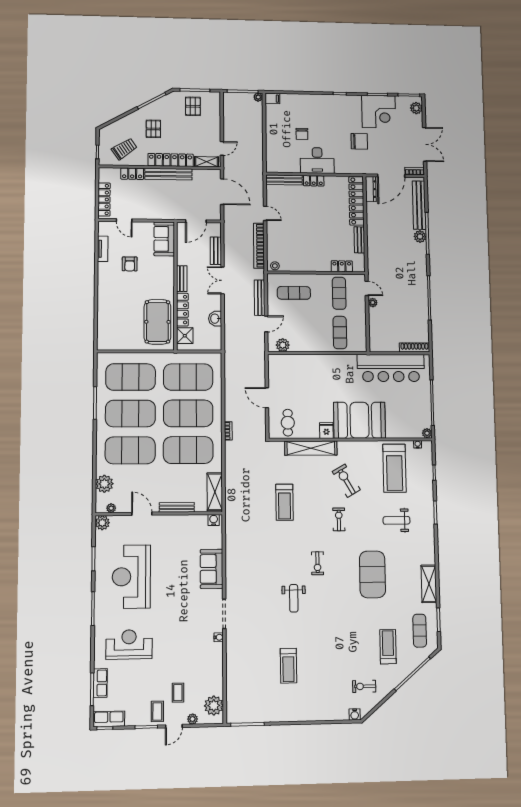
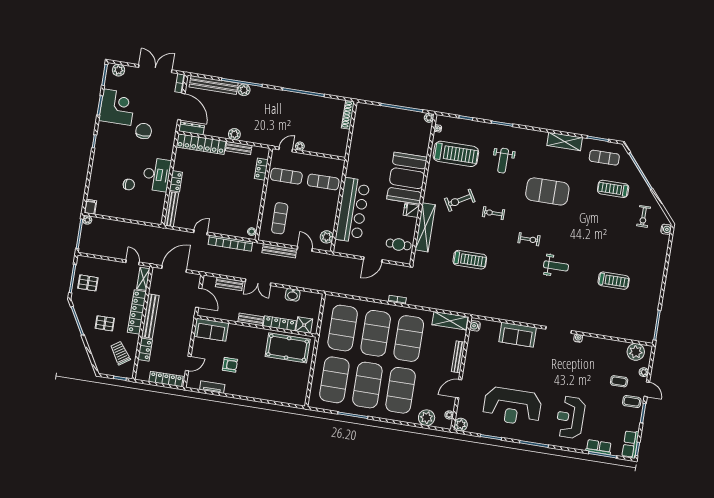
plant: (373, 233) -> (234, 134), added
bar counter: (391, 368) -> (353, 210), moved

